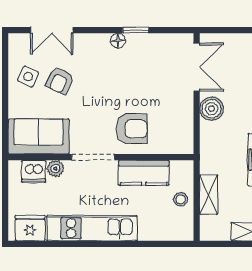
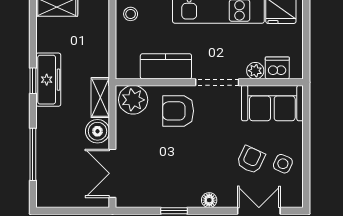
floor lamp: (118, 41) -> (209, 200), moved
plant: (176, 140) -> (133, 100), added
shelving: (209, 195) -> (100, 98), moved
stool: (181, 199) -> (131, 14), moved

